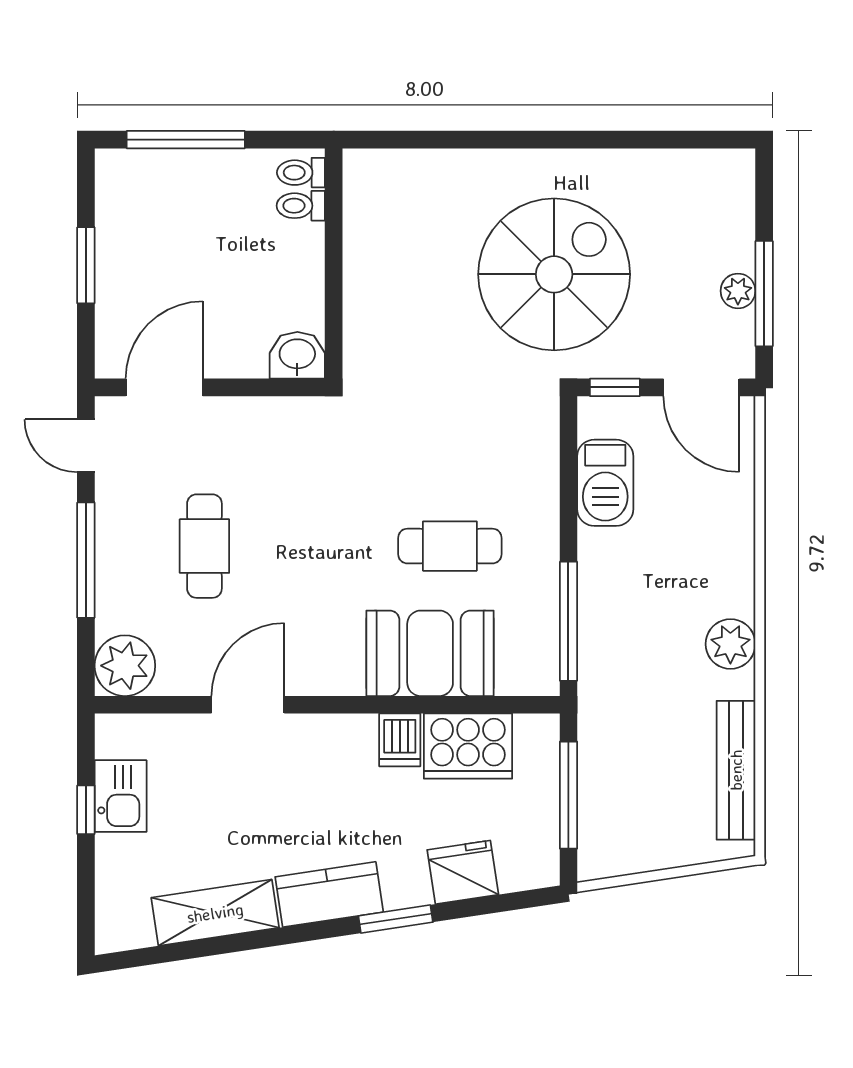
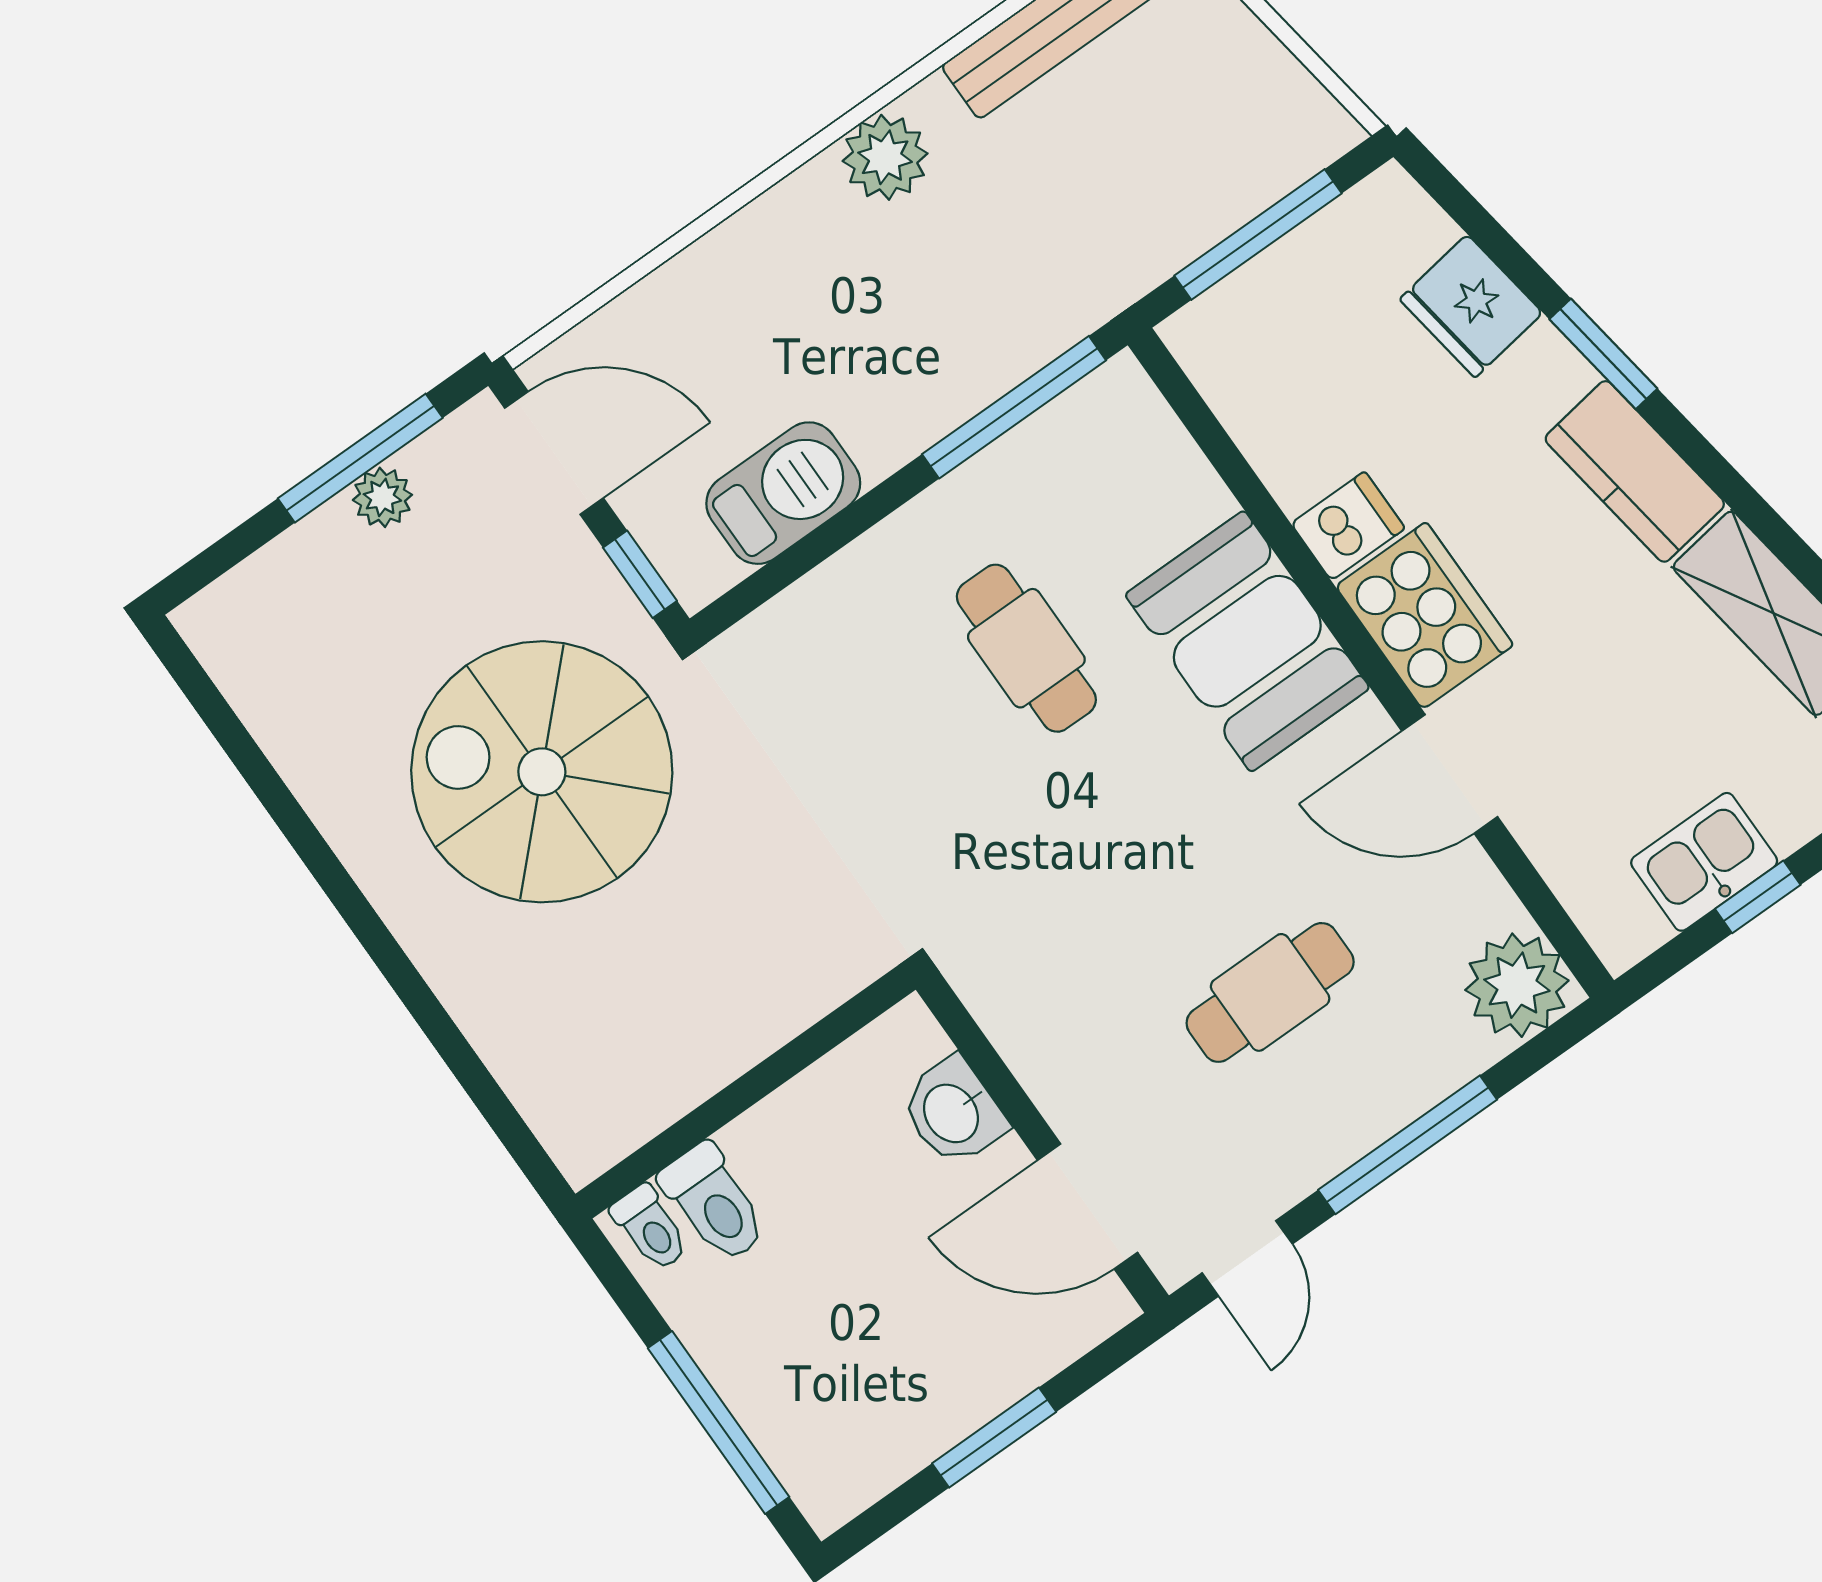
toilet: (301, 206) -> (714, 1203), width x1.37, depth x1.39
washbasin: (297, 355) -> (953, 1112), moved
door: (701, 387) -> (554, 453), hinge flipped
booth: (430, 653) -> (1247, 641), moved
cooker: (468, 746) -> (1424, 616), moved

